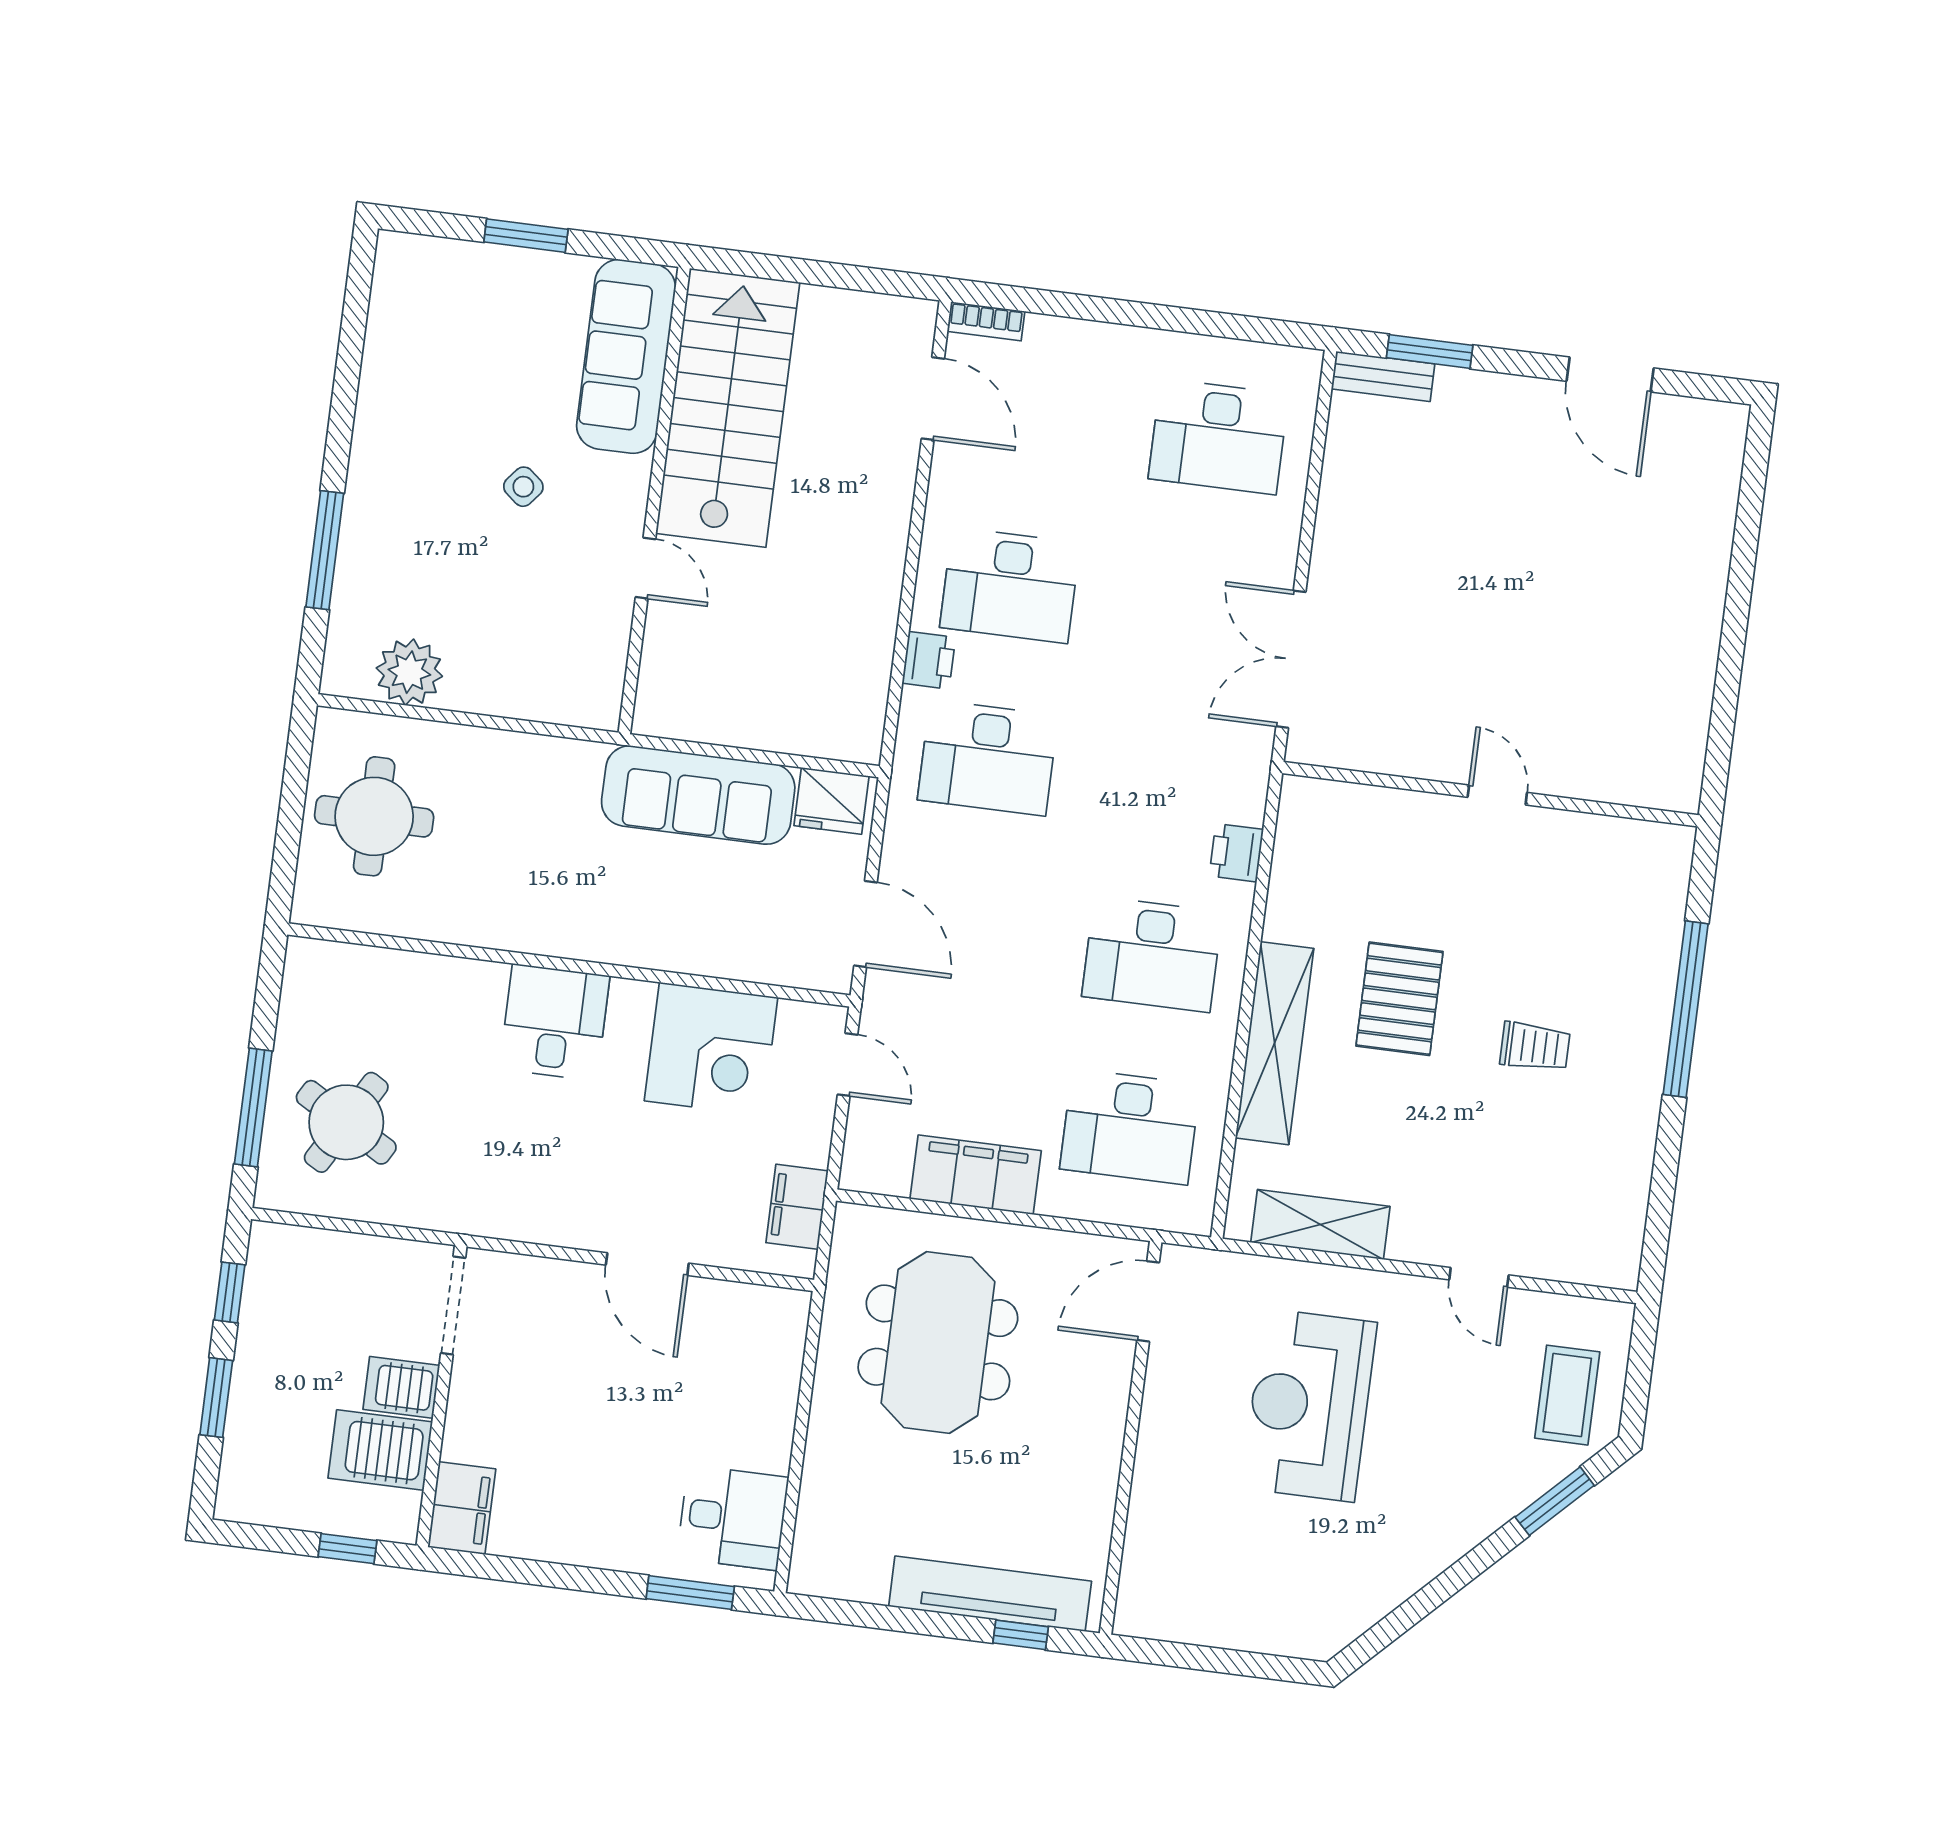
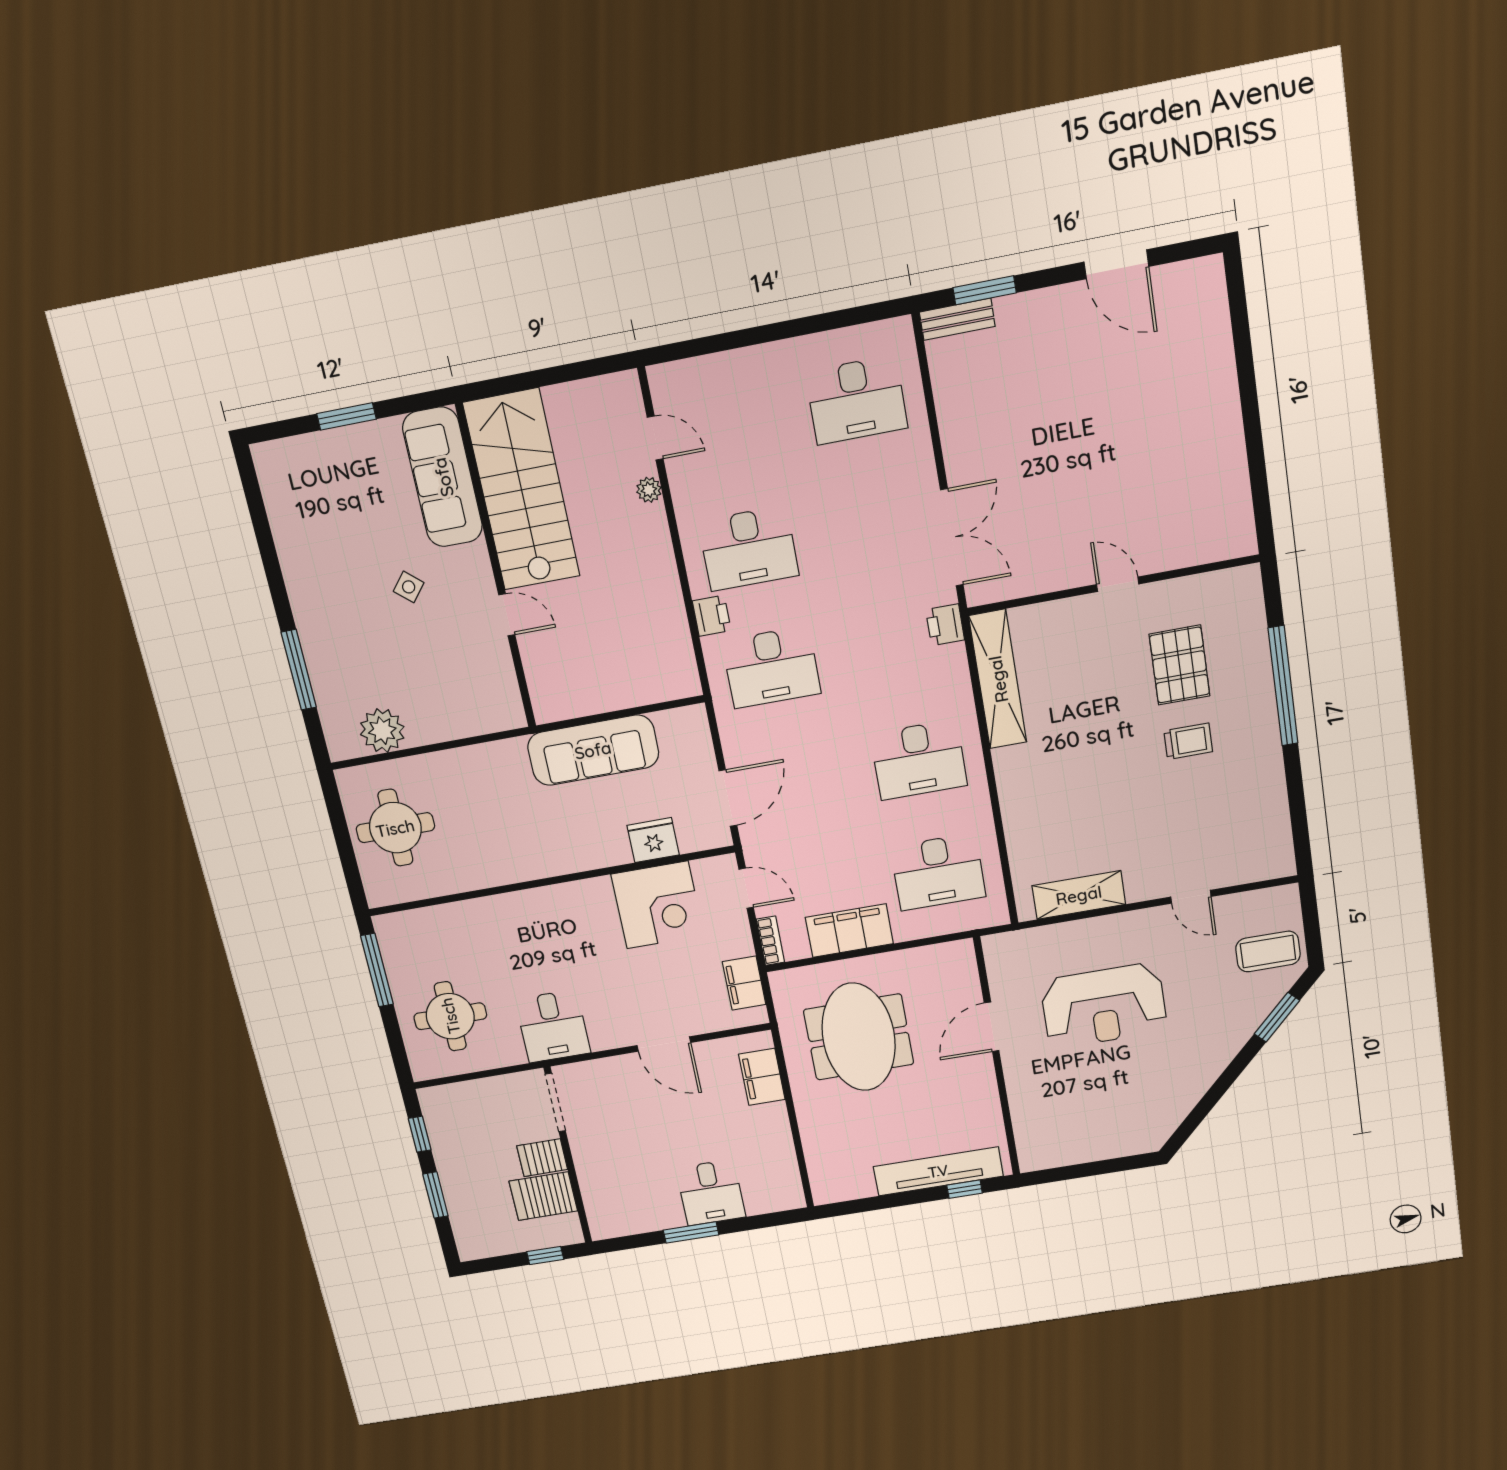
bookcase: (986, 321) -> (770, 941), moved, turned -90
door: (933, 399) -> (655, 438), width x0.73
plant: (901, 463) -> (649, 490), added
double door: (1291, 659) -> (952, 537), swing flipped
fridge: (832, 801) -> (653, 840), moved, turned 180
printer: (1236, 853) -> (945, 625), moved
door: (866, 924) -> (728, 798), hinge flipped
pallet: (1399, 999) -> (1179, 665), moved
desk: (555, 1022) -> (553, 1026), moved, turned 180
shelving: (1275, 1043) -> (998, 679), moved
window: (253, 1107) -> (377, 970), moved
round table: (346, 1122) -> (450, 1016), turned -30
door: (1148, 1301) -> (992, 1027), moved
coffee table: (1567, 1395) -> (1268, 951), turned 90
reception desk: (1309, 1405) -> (1104, 1006), turned -90
filing cabinet: (462, 1508) -> (762, 1077), moved, turned 180
desk: (733, 1518) -> (711, 1193), moved, turned 90
window: (690, 1593) -> (691, 1232), moved

